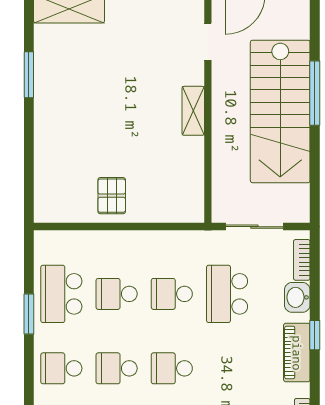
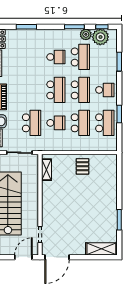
shelving: (193, 111) -> (46, 170), moved
school desk: (117, 294) -> (80, 123), width x1.85
school desk: (117, 368) -> (80, 90), width x1.85
school desk: (172, 368) -> (56, 90), width x1.85

